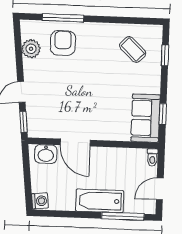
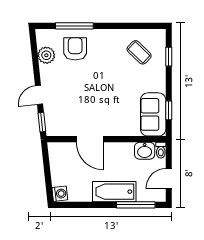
washbasin: (46, 154) -> (145, 151), moved

